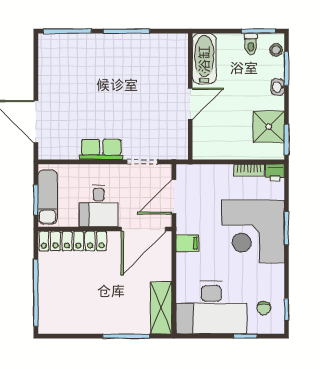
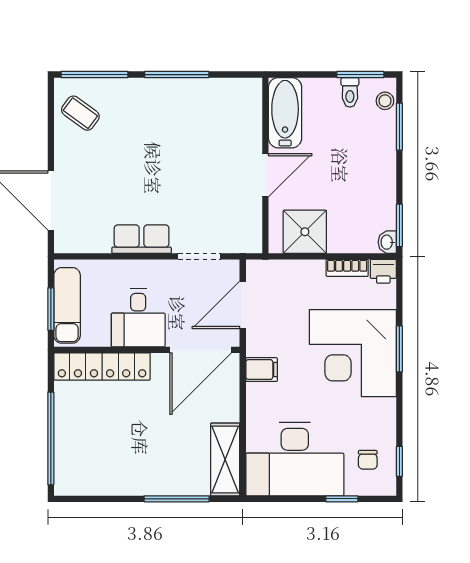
coffee table: (57, 59) -> (80, 113), added
washbasin: (278, 87) -> (387, 242), moved
shower: (269, 127) -> (305, 232), moved

